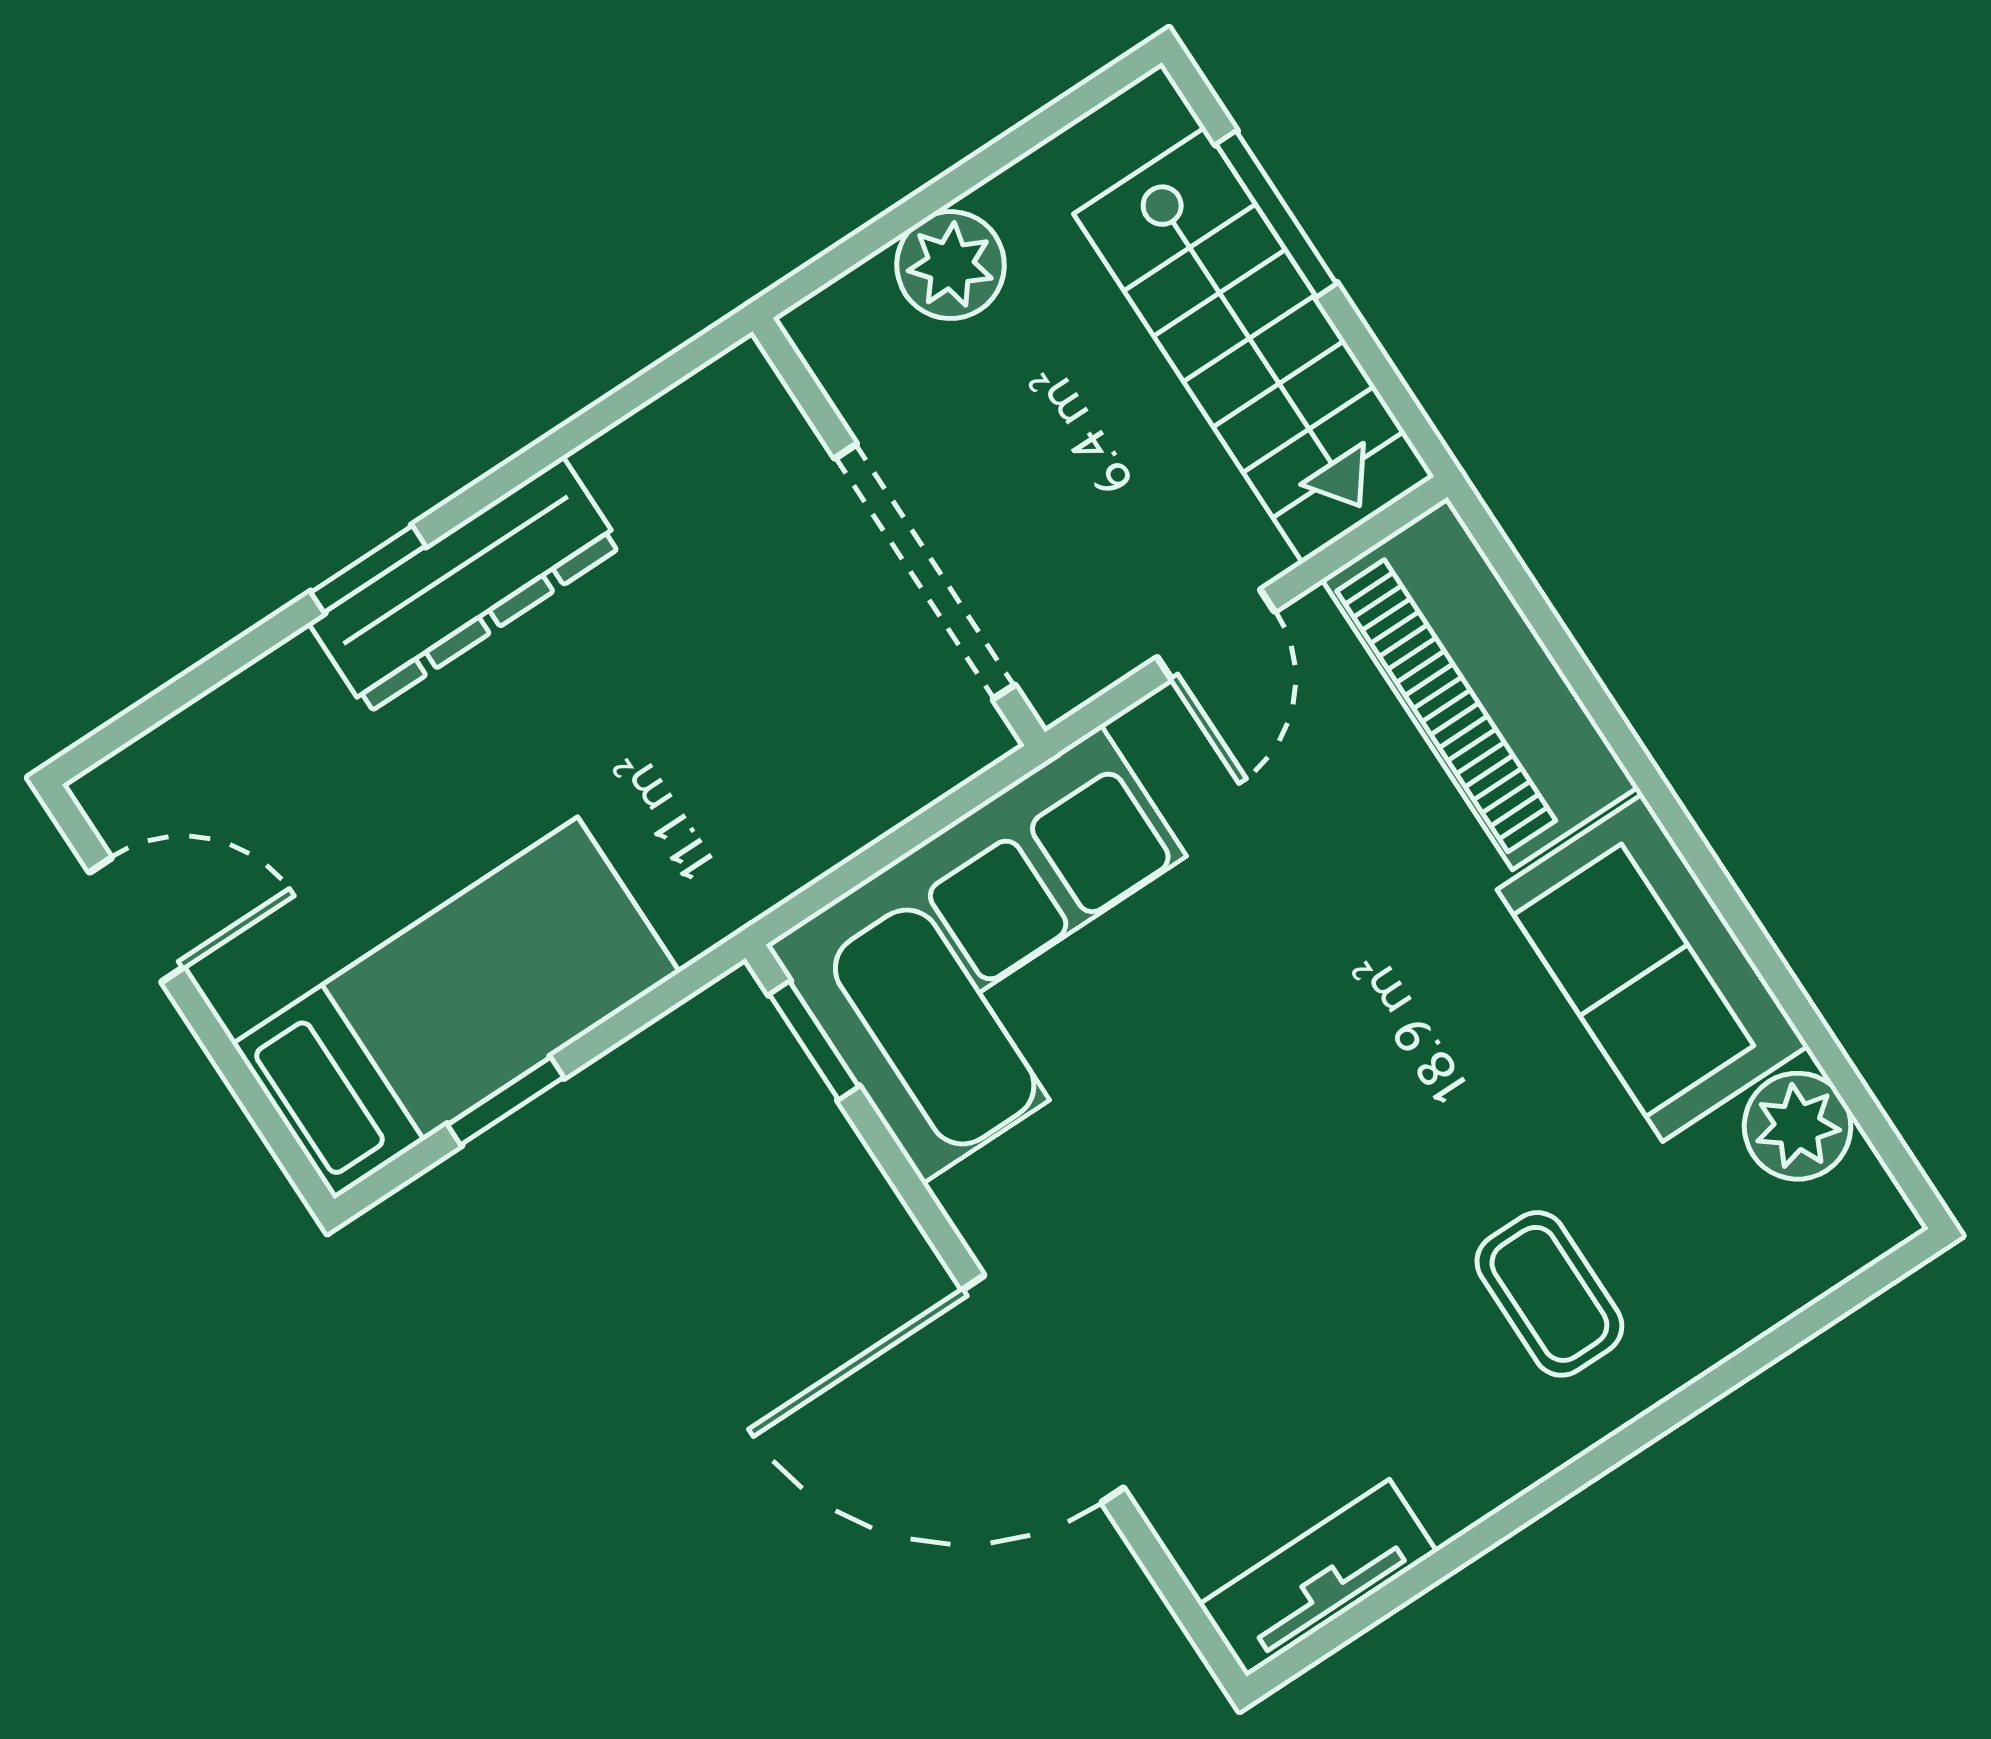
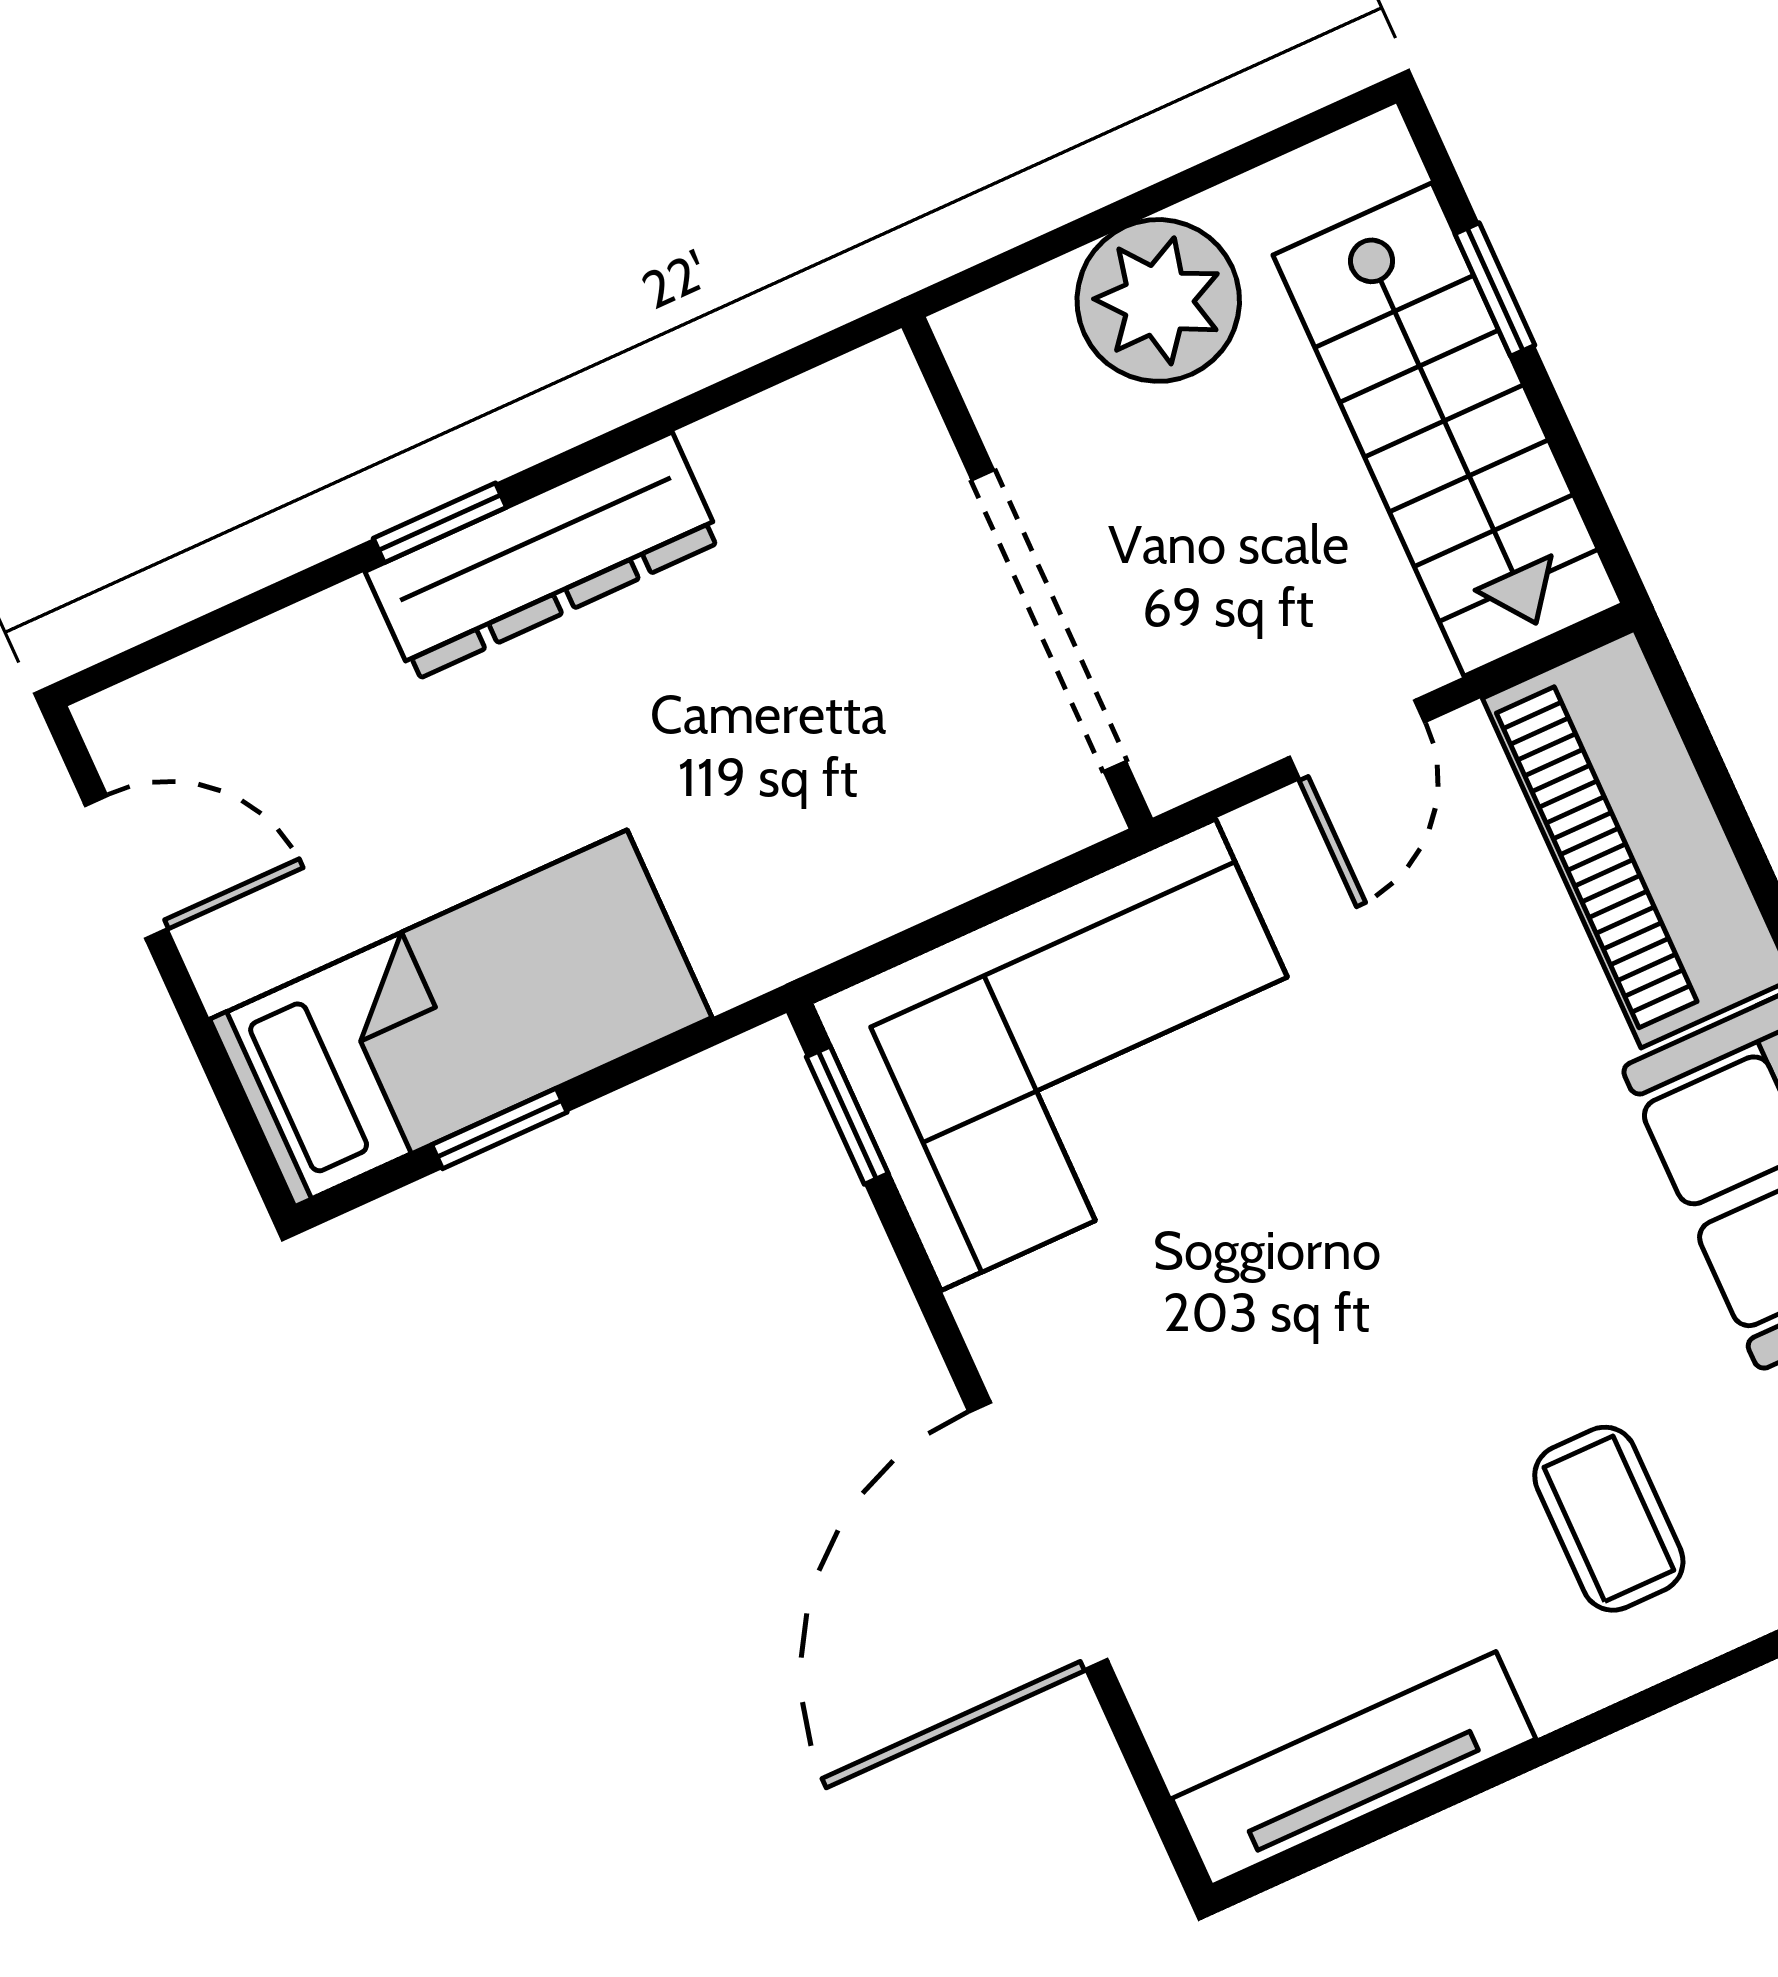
window: (1276, 214) -> (1495, 289), width x0.67
plant: (951, 265) -> (1158, 300), width x1.36, depth x1.36
door: (1043, 1389) -> (1038, 1536), hinge flipped
tv unit: (1318, 1578) -> (1354, 1769), width x1.41

